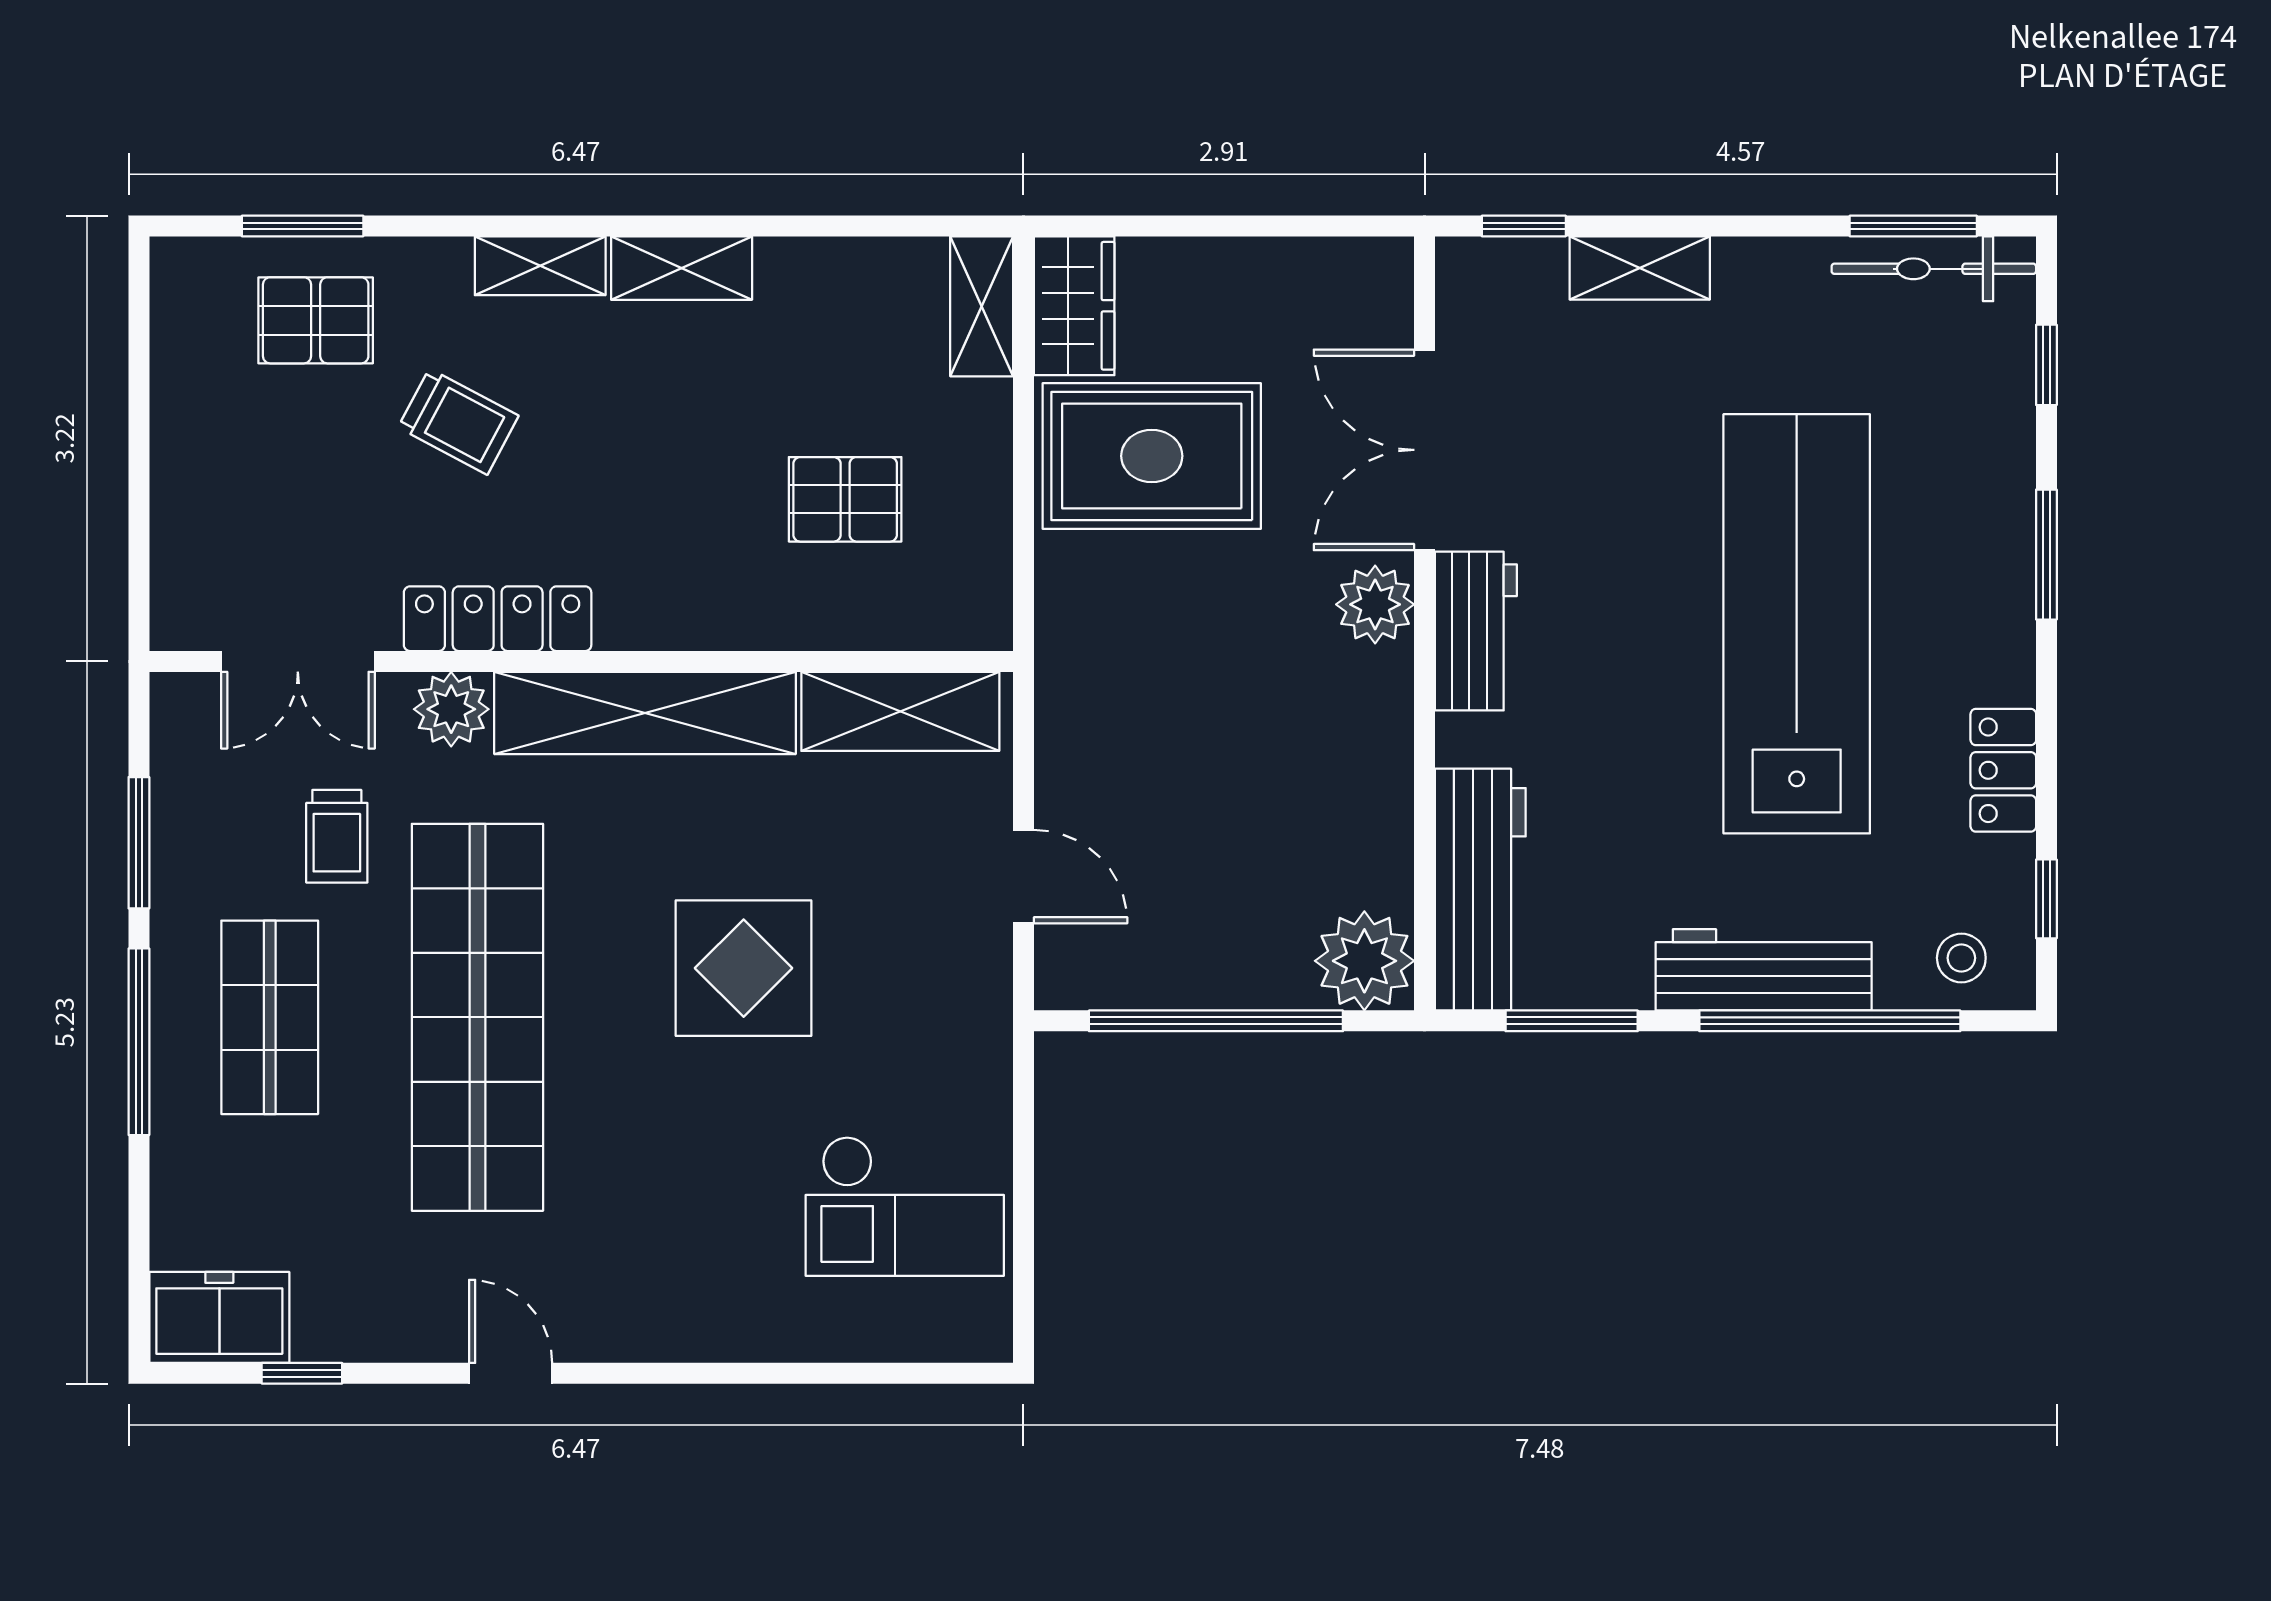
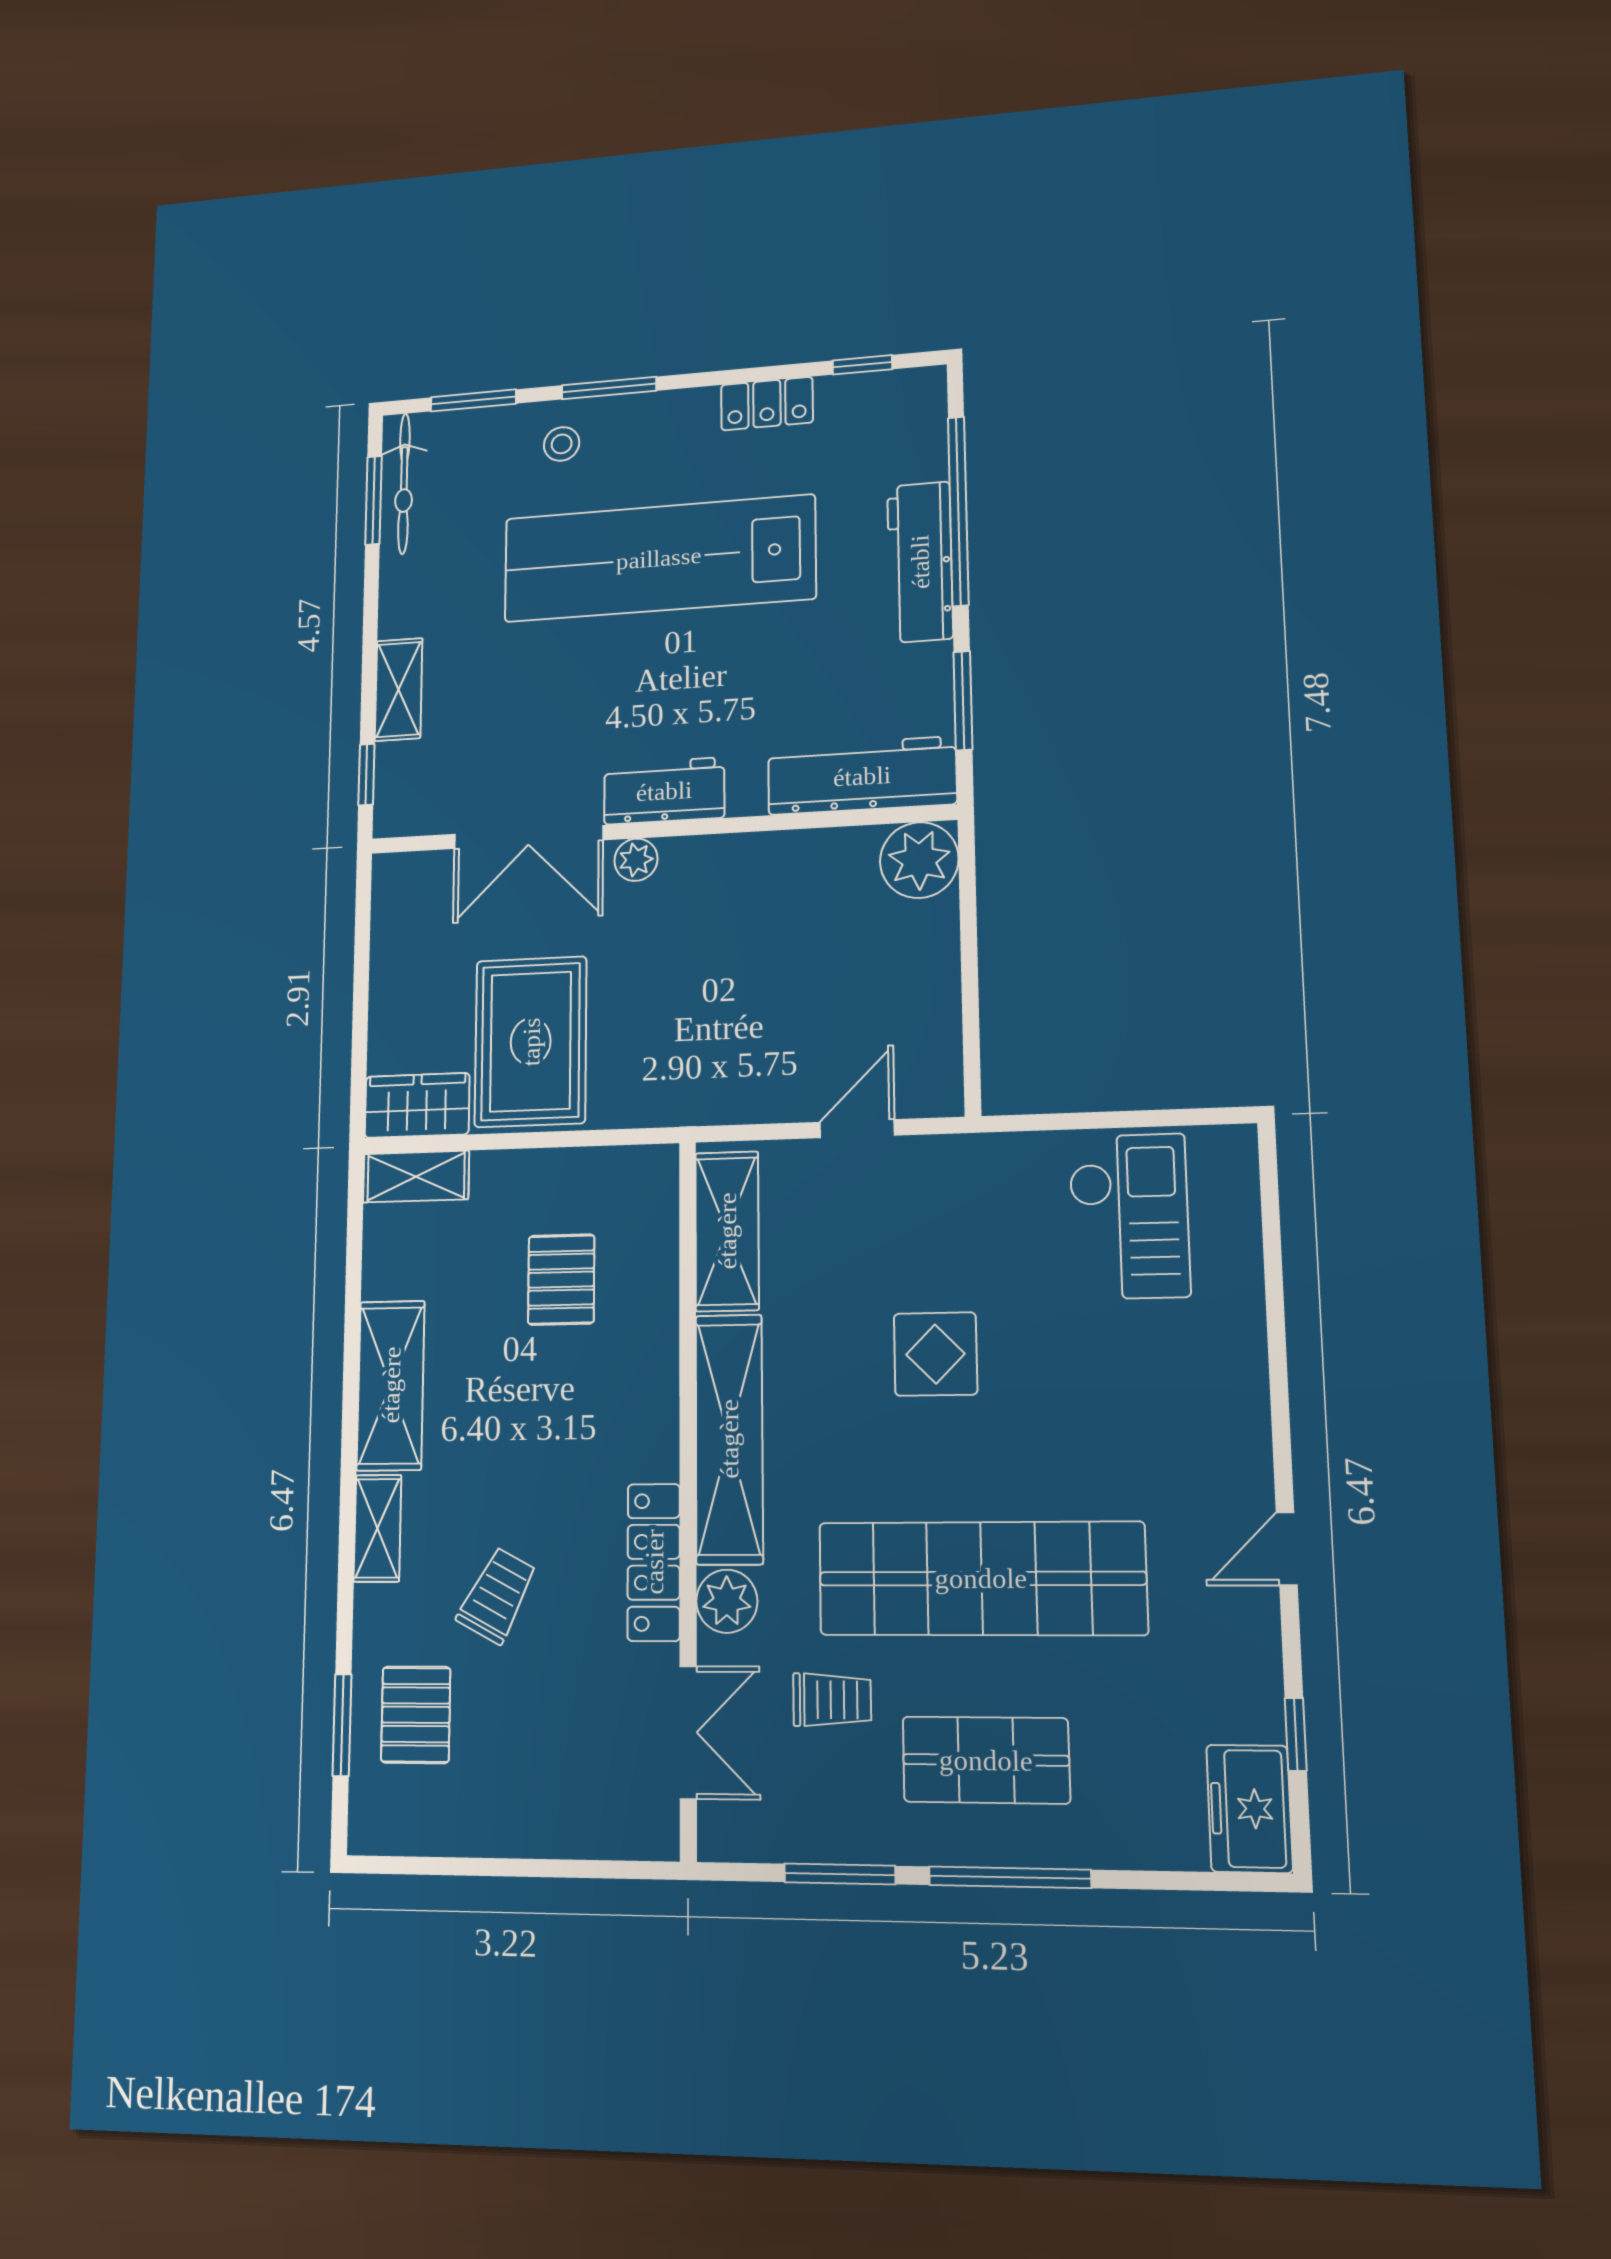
shelving: (682, 268) -> (391, 1385), width x1.50, depth x1.33
window: (2046, 365) -> (473, 400), width x1.50
plant: (1375, 604) -> (636, 860), width x0.73, depth x0.73
stool: (1961, 958) -> (562, 444), moved
display table: (744, 968) -> (935, 1354), width x0.73, depth x0.73
window: (1216, 1021) -> (970, 972), removed

